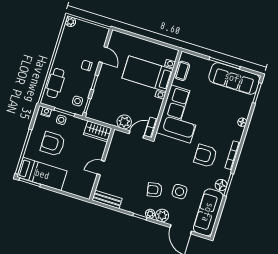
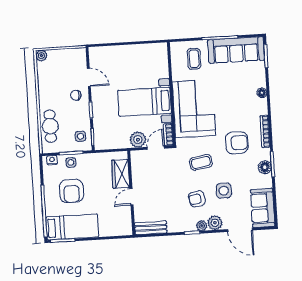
coffee table: (182, 71) -> (194, 59), moved
bed with nightstands: (147, 74) -> (144, 102), moved
wardrobe: (98, 131) -> (121, 174), moved, turned 90
armchair: (53, 144) -> (71, 191), turned -90
armchair: (205, 156) -> (237, 143), turned 180
coffee table: (169, 161) -> (201, 162), added
sofa: (208, 212) -> (263, 208), width x0.73

